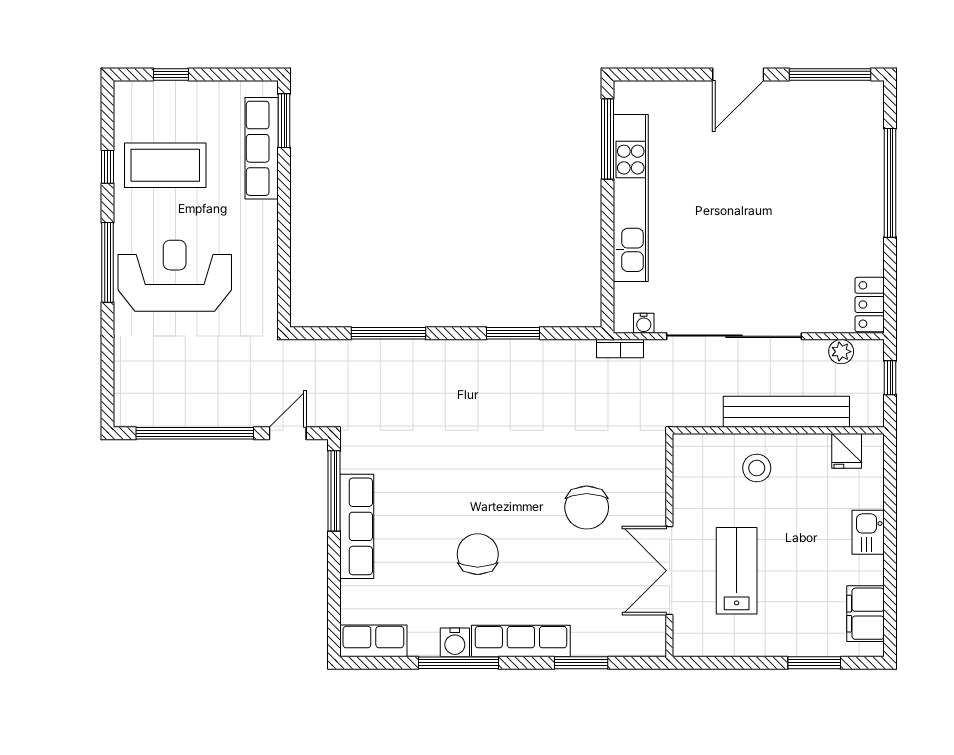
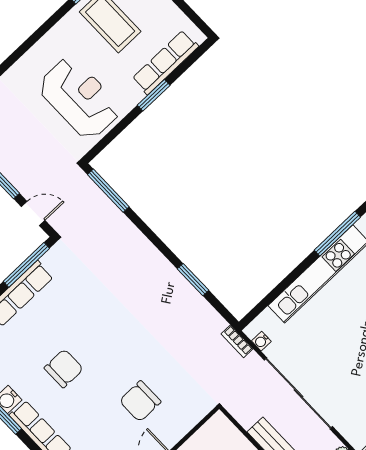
window: (284, 121) -> (154, 95), moved
window: (107, 262) -> (33, 39), removed
reception desk: (175, 276) -> (79, 98), moved
window: (389, 333) -> (108, 191), moved

